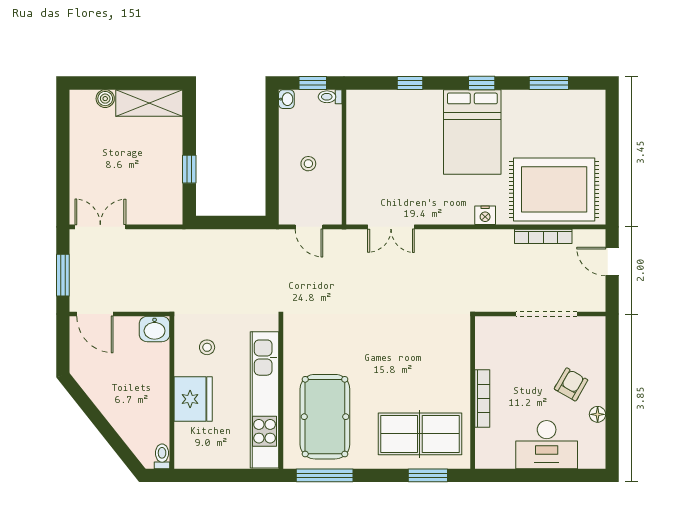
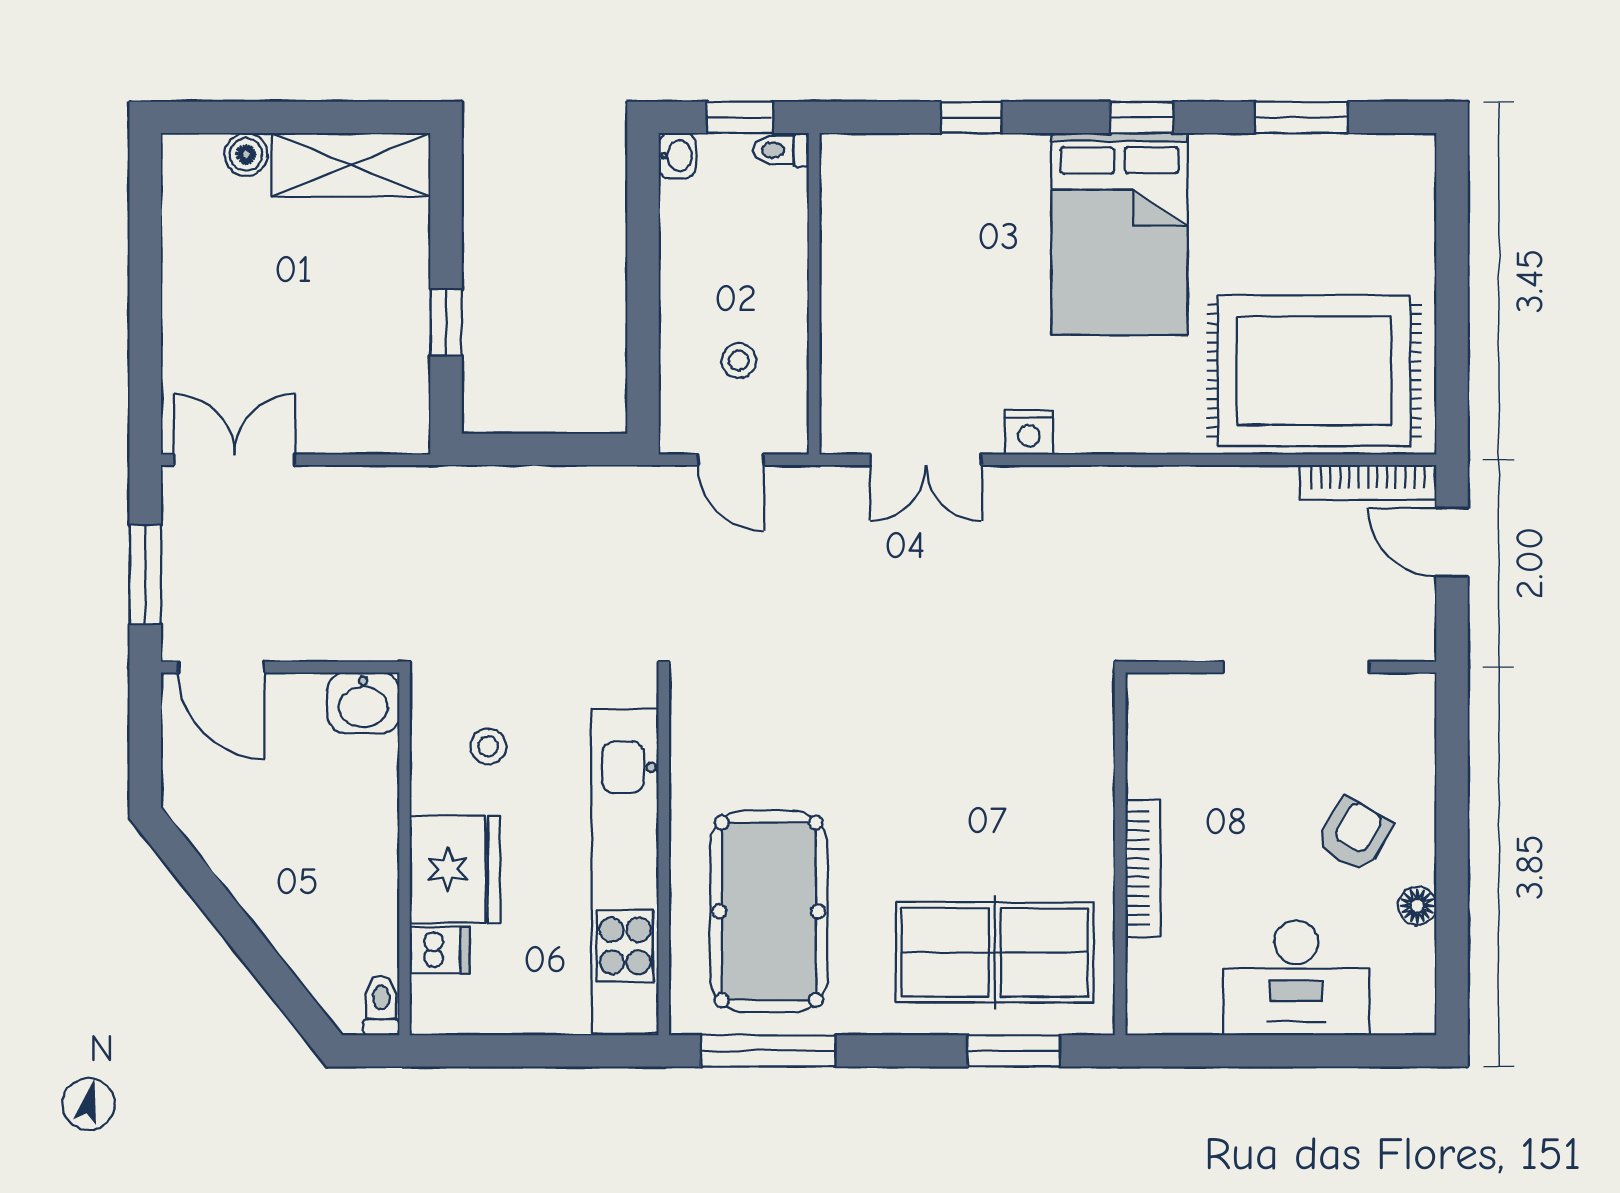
stool: (308, 164) -> (739, 361), moved
nightstand: (485, 215) -> (1029, 432), moved
bookcase: (543, 236) -> (1368, 482), moved
dishwasher: (187, 433) -> (440, 950), added

